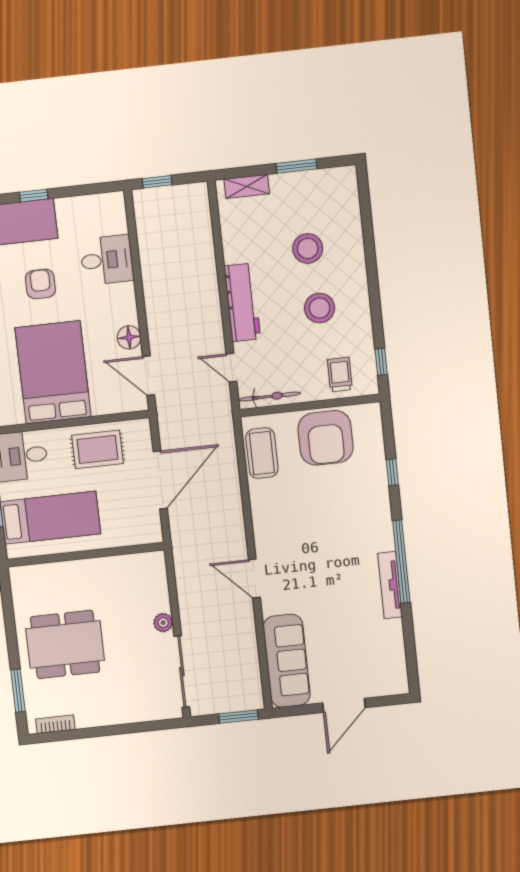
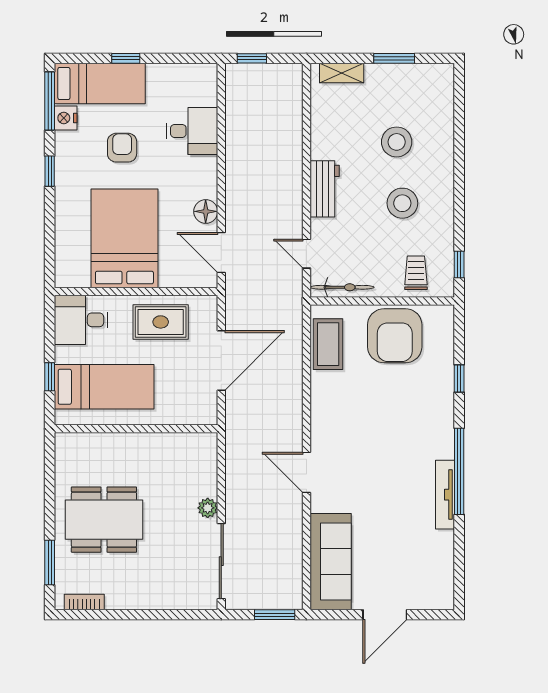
workbench: (242, 302) -> (325, 189), width x0.73

